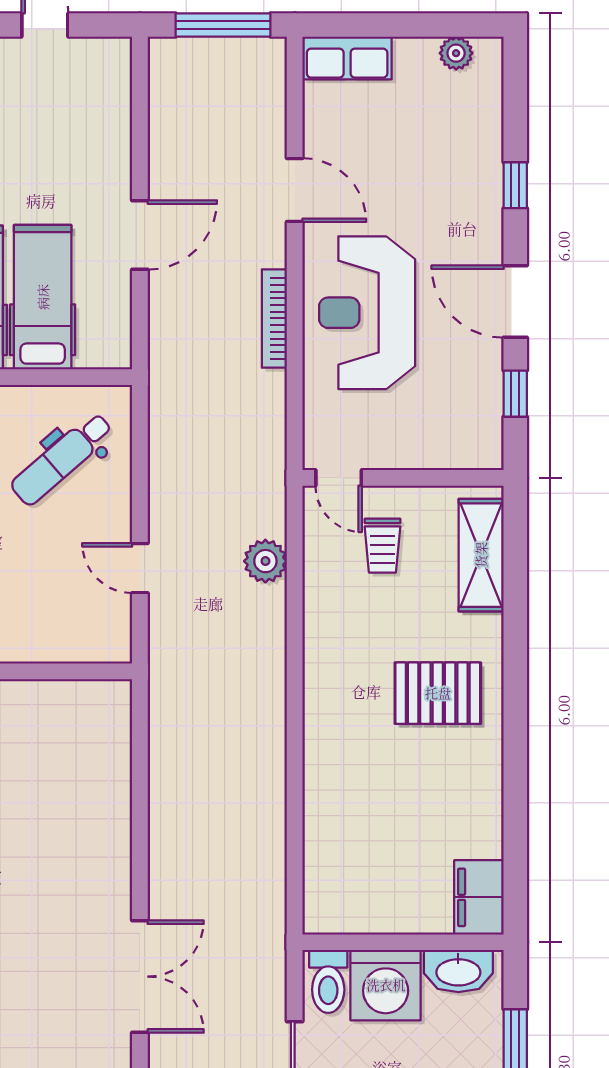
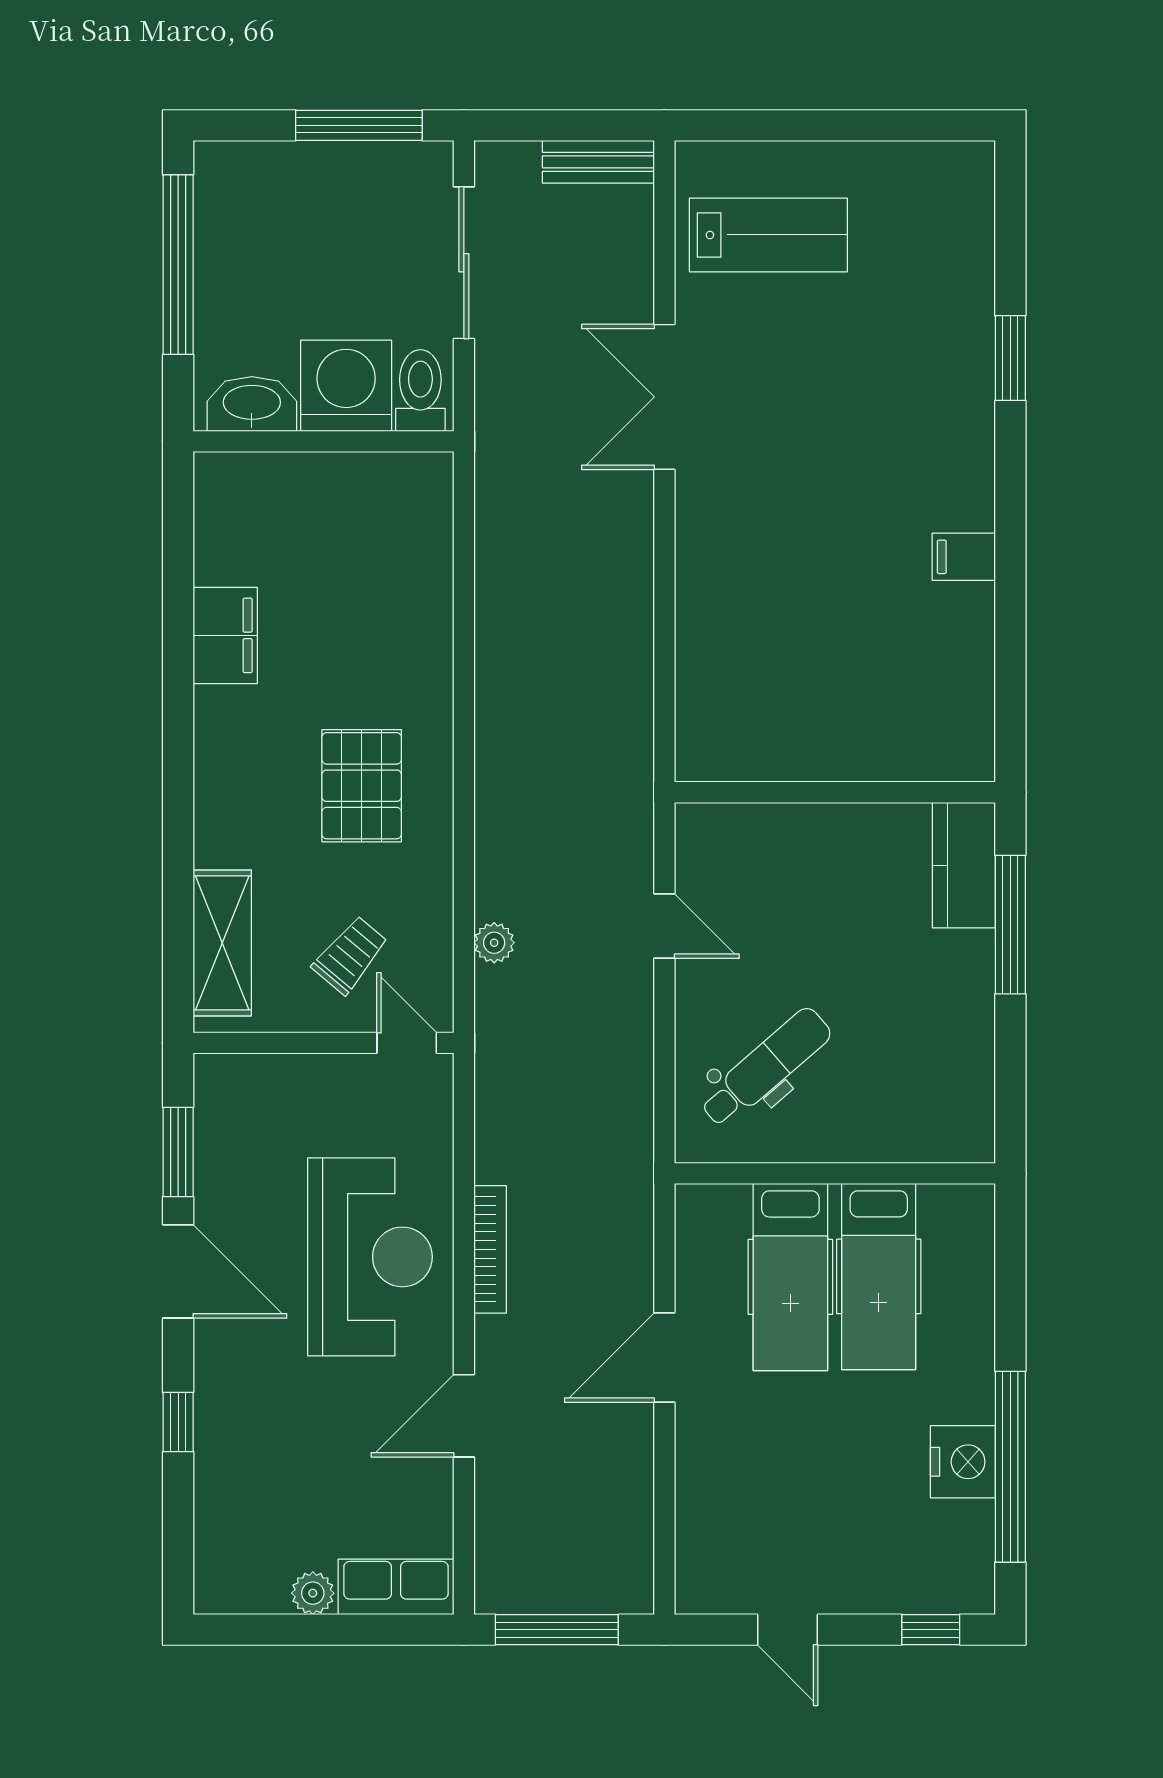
plant: (456, 53) -> (313, 1593), moved
door: (295, 190) -> (464, 1416), hinge flipped
window: (515, 394) -> (178, 1152), width x1.50
trolley: (382, 546) -> (350, 955), turned 40
plant: (265, 561) -> (494, 943), width x0.73, depth x0.73
pallet: (438, 693) -> (362, 786), moved, turned 90
filing cabinet: (479, 897) -> (225, 635), moved

